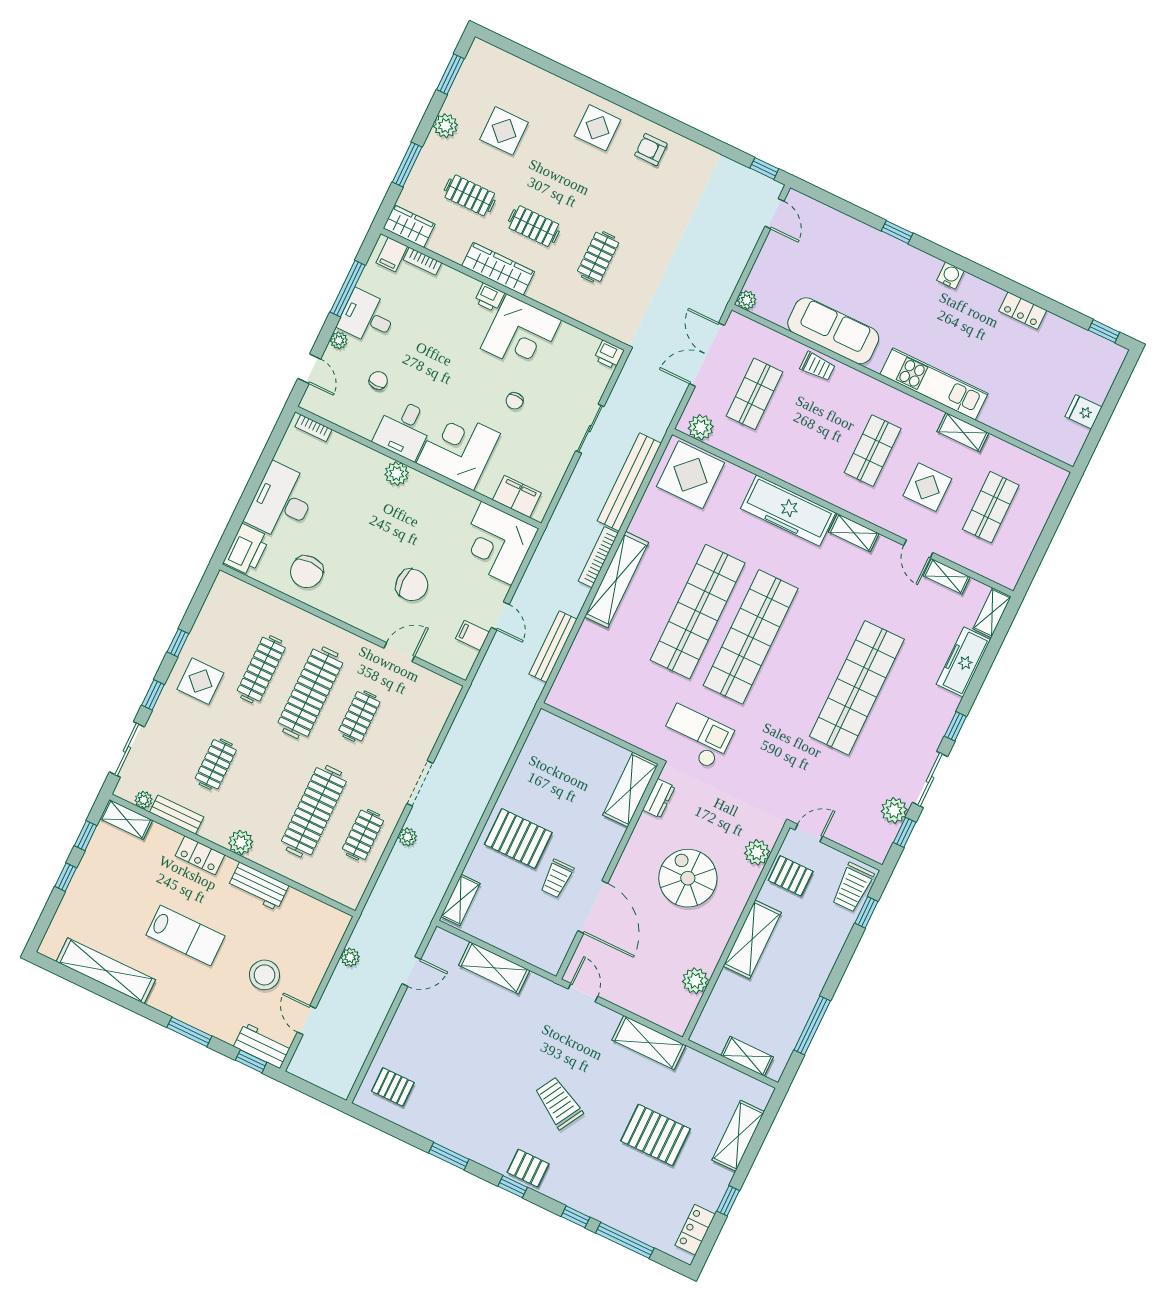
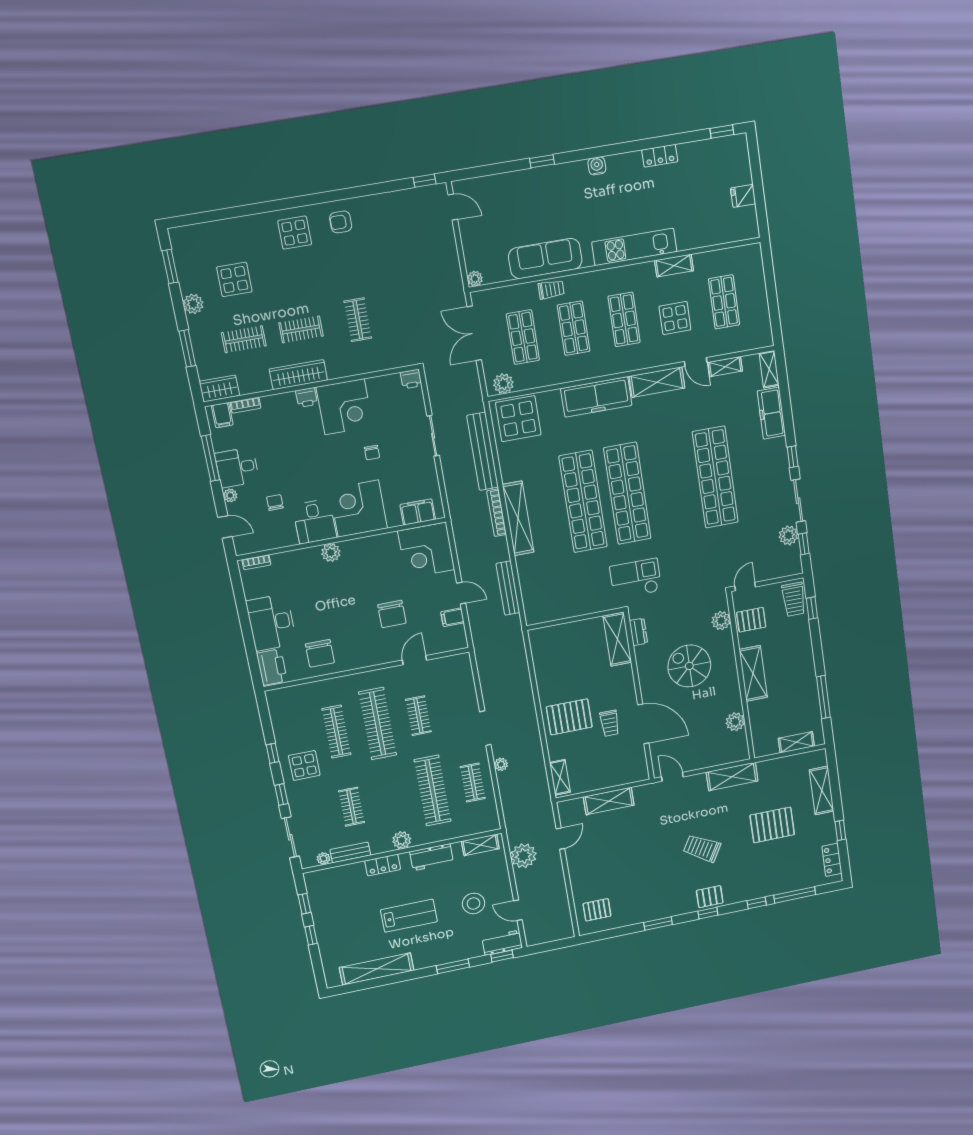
shop shelf: (814, 422) -> (574, 328), added
shelving: (854, 533) -> (657, 382), width x1.50, depth x1.33
chair: (412, 585) -> (392, 614), turned 90
shelving: (126, 819) -> (480, 845), moved
plant: (350, 957) -> (523, 856), width x1.87, depth x1.87

